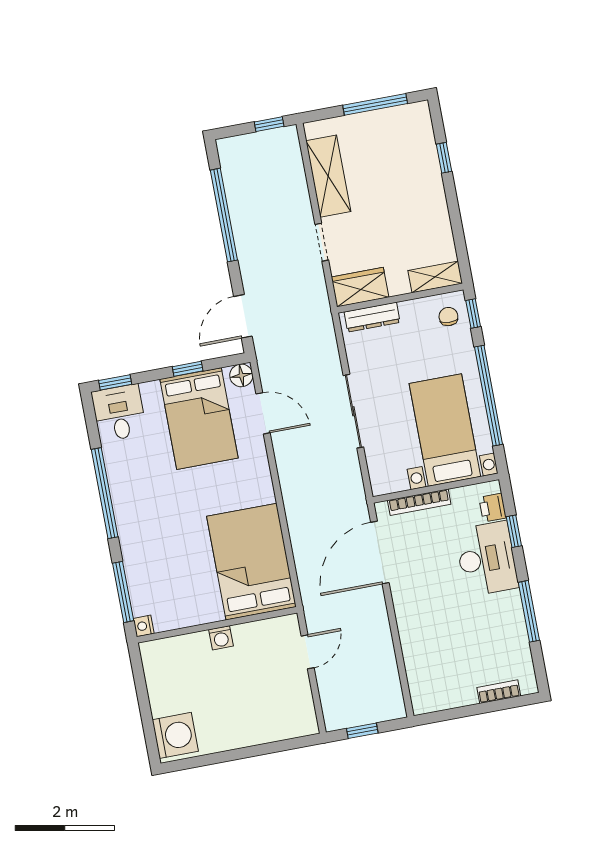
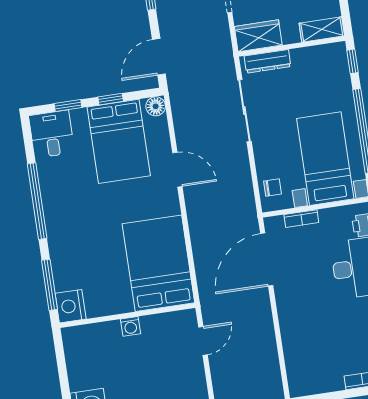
chair: (448, 317) -> (272, 188), moved, turned 87
window: (115, 382) -> (68, 105), moved
sliding door: (353, 411) -> (244, 111), moved
door: (263, 413) -> (177, 170), moved
bookcase: (419, 502) -> (301, 219), width x0.64
nightstand: (144, 626) -> (71, 306), width x1.89, depth x1.79

